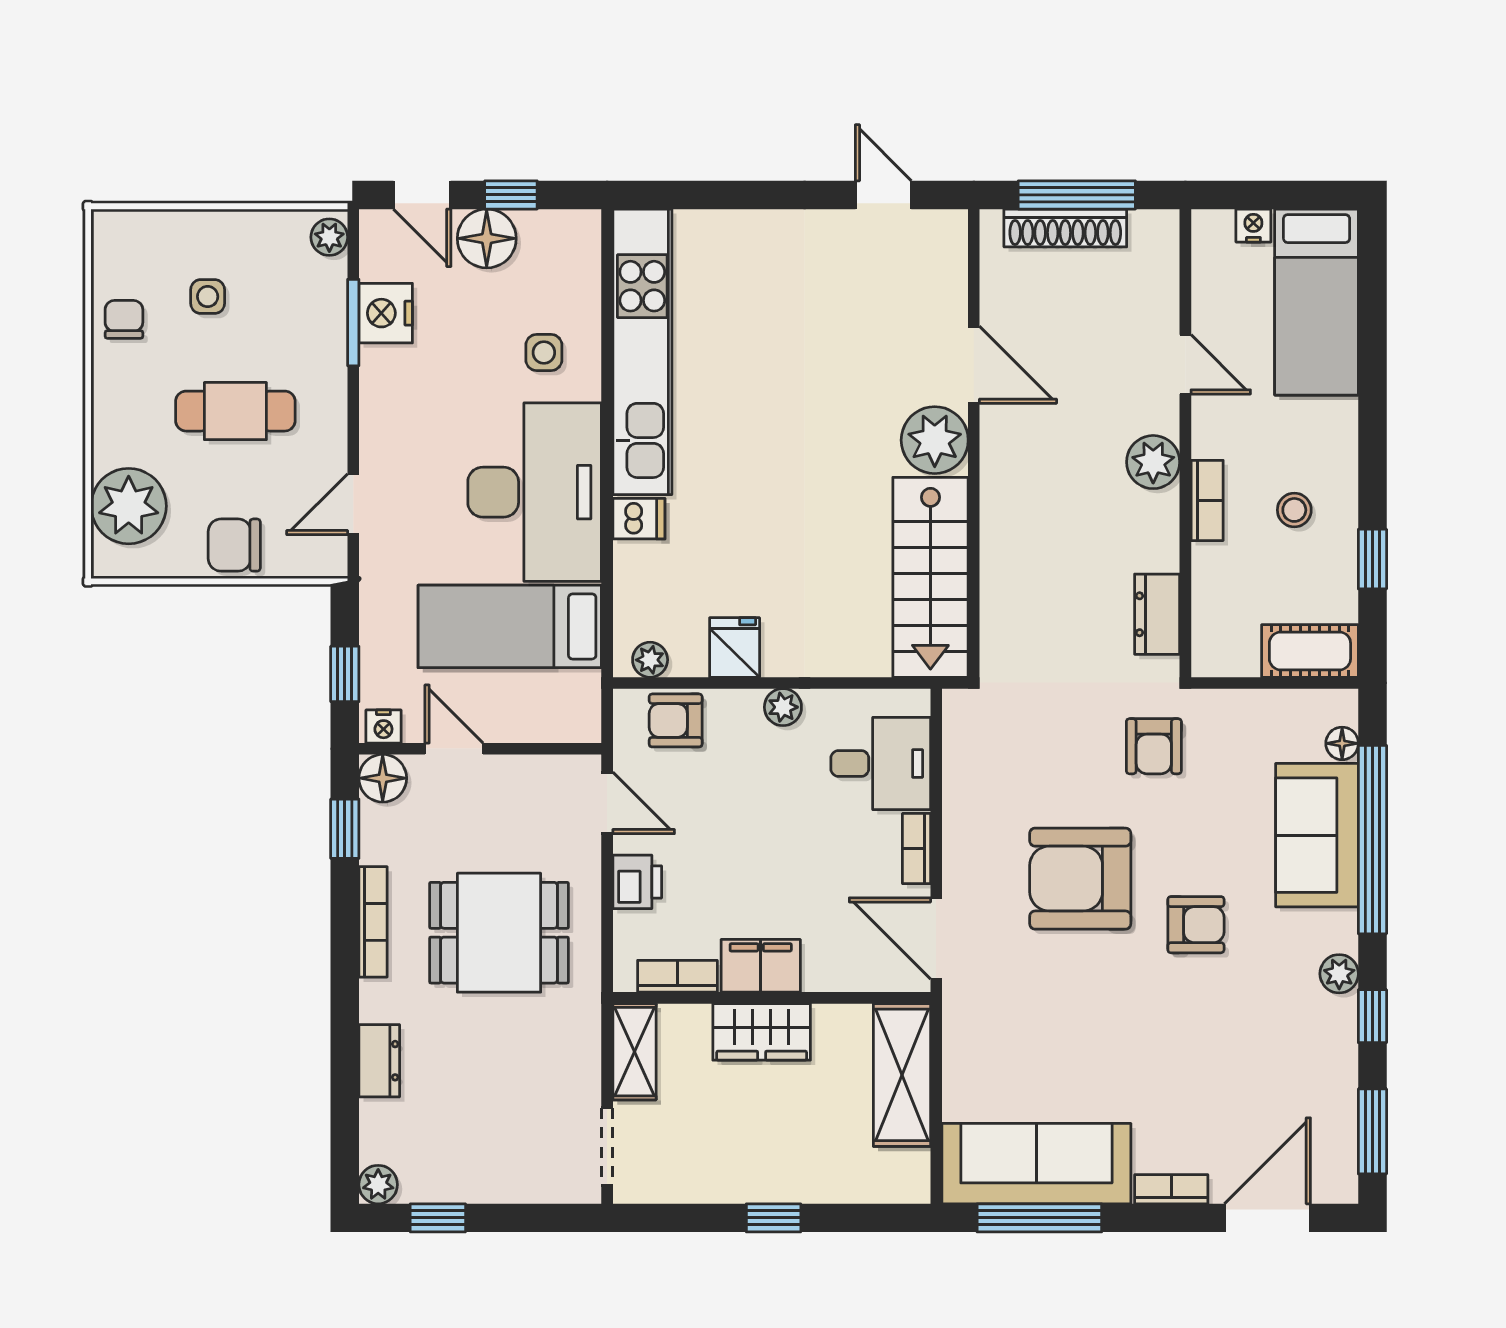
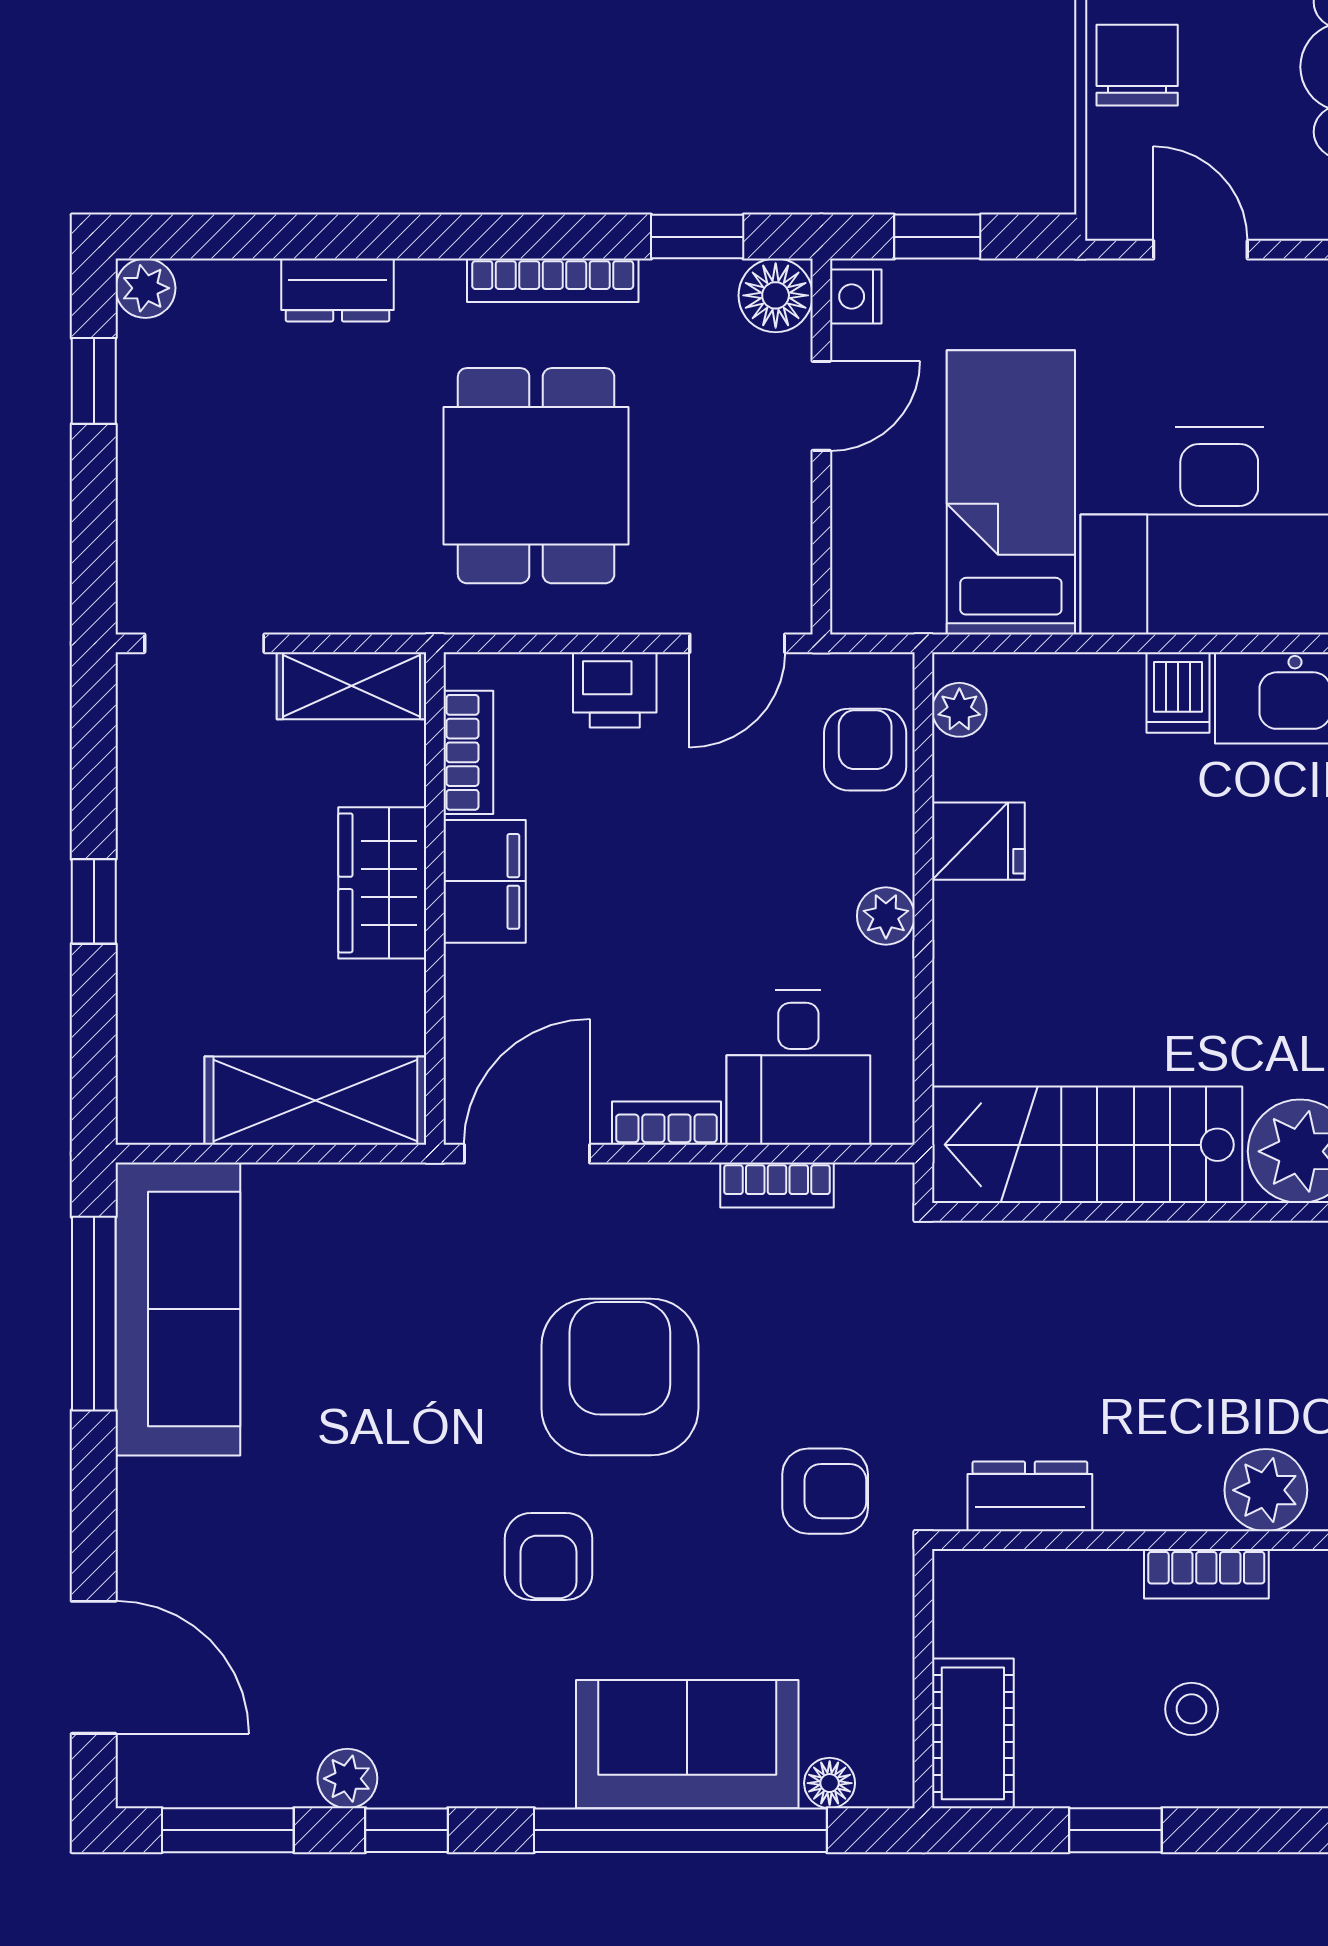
armchair: (1154, 746) -> (825, 1491), turned 180
plant: (1339, 974) -> (347, 1779), moved
bookcase: (1171, 1189) -> (777, 1185), moved, turned 90

